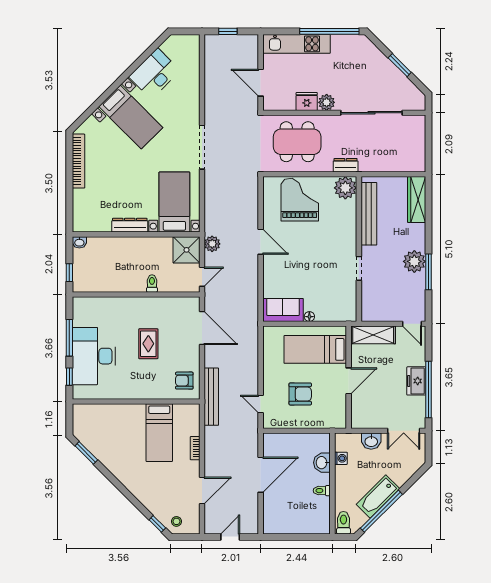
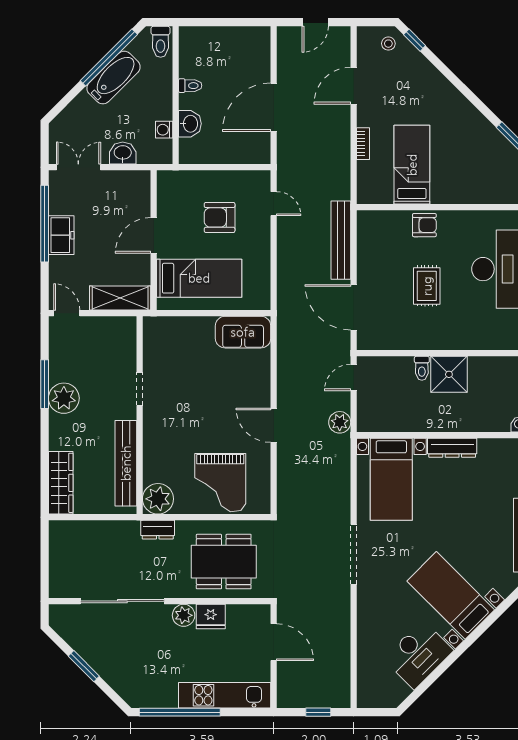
shower: (187, 250) -> (449, 374), moved
floor lamp: (309, 317) -> (207, 323), removed
armchair: (184, 381) -> (424, 225), moved
bench: (211, 397) -> (341, 240), moved

